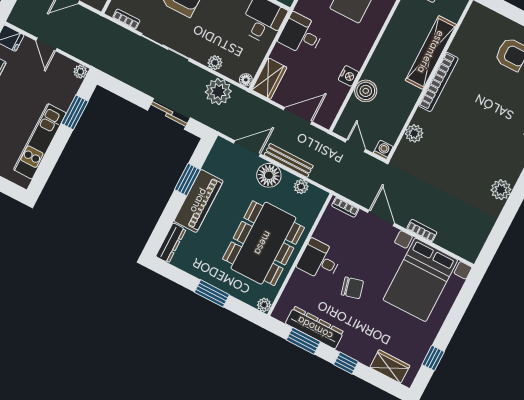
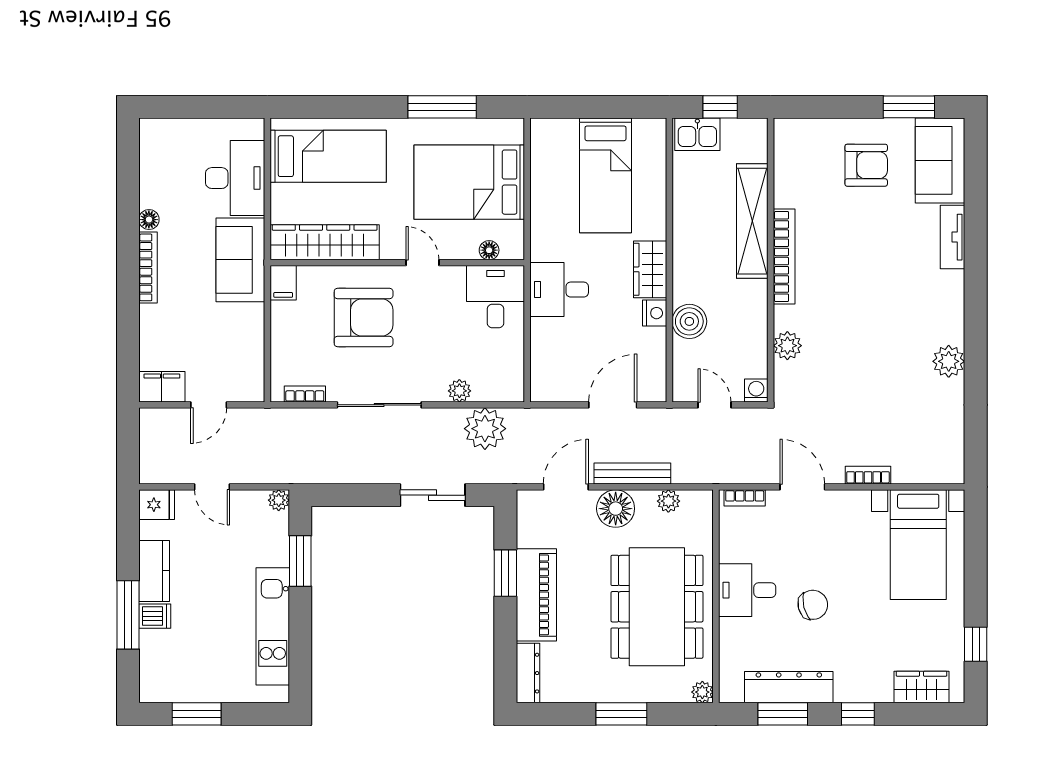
wardrobe: (269, 79) -> (650, 269), moved, turned 180
floor lamp: (246, 80) -> (515, 392), removed
bed with nightstands: (420, 280) -> (918, 545), width x0.73

